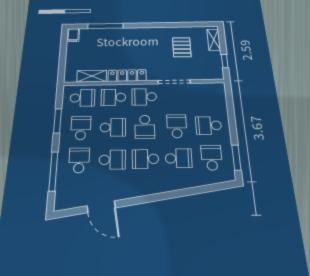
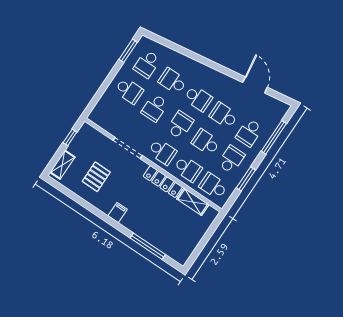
filing cabinet: (73, 35) -> (118, 213), moved
school desk: (81, 128) -> (231, 159), turned 180

